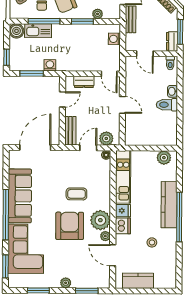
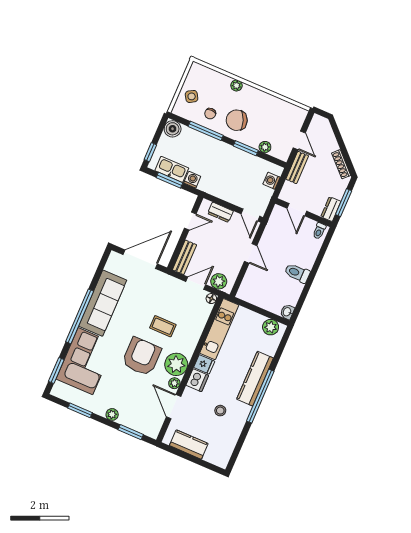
kitchen sink: (38, 31) -> (172, 169), moved, turned 180
washbasin: (172, 91) -> (287, 312), moved

